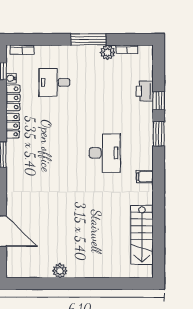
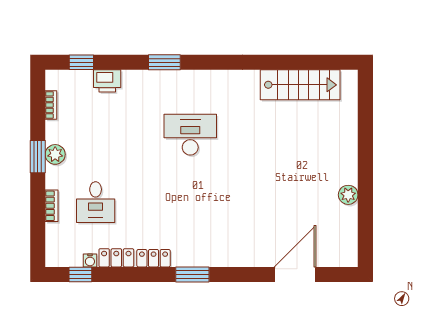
window: (88, 39) -> (38, 157), width x0.69
bookcase: (22, 50) -> (52, 206), moved
plant: (108, 52) -> (55, 154), moved
window: (159, 101) -> (81, 62), moved
filing cabinet: (145, 177) -> (222, 81), removed

